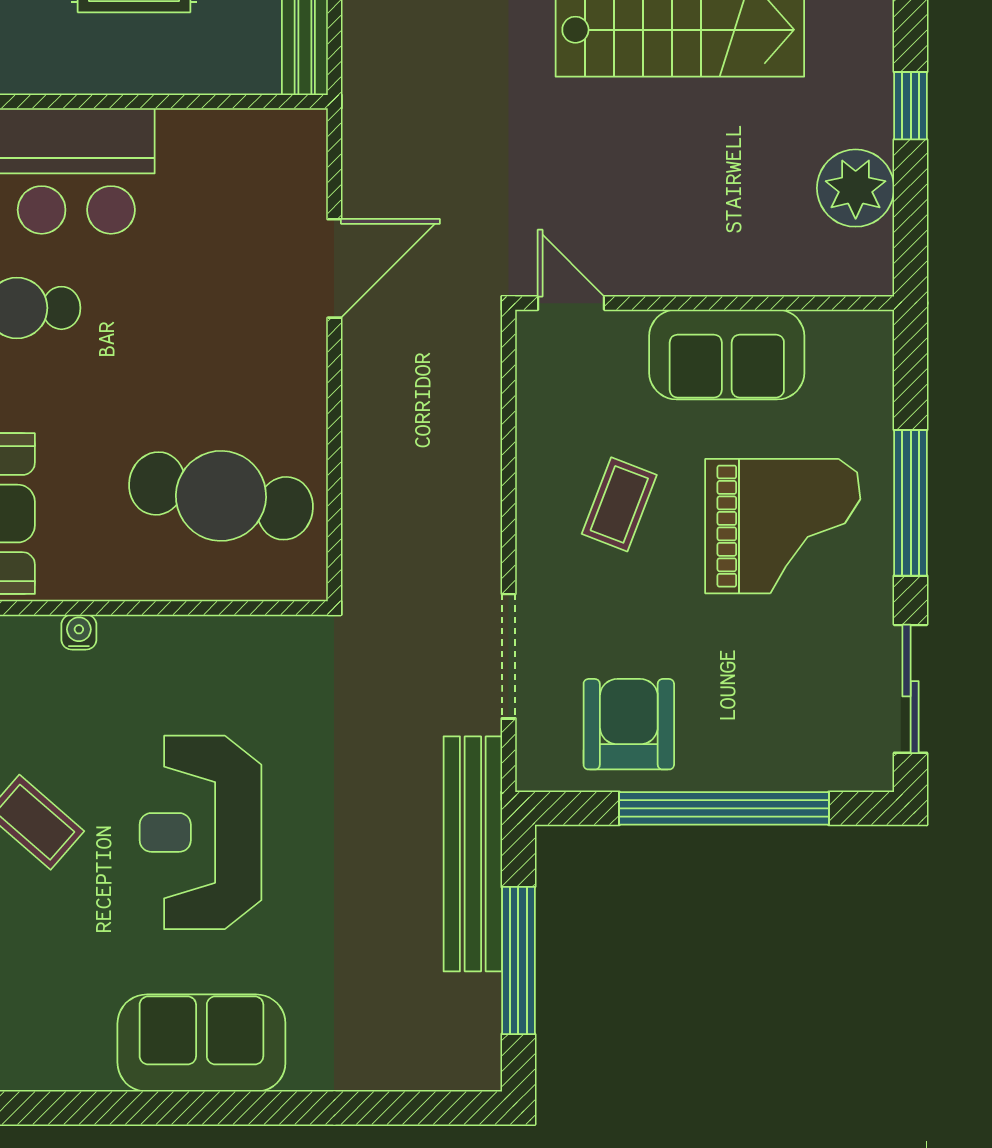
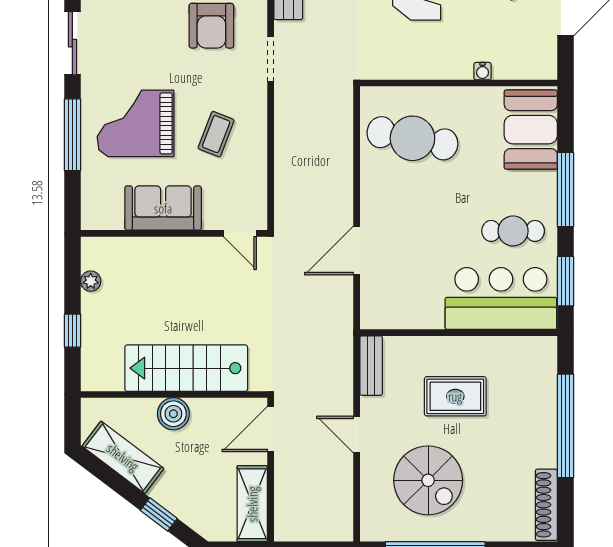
plant: (856, 188) -> (91, 281), width x0.53, depth x0.53
doorway: (509, 656) -> (271, 59), width x0.73

